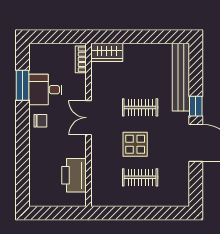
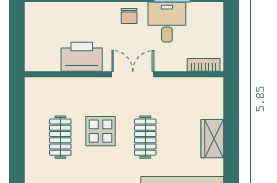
wardrobe: (107, 52) -> (212, 139), moved
printer: (74, 175) -> (82, 57), moved

